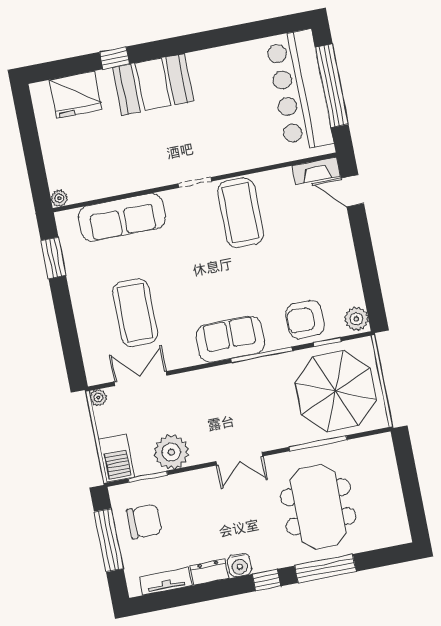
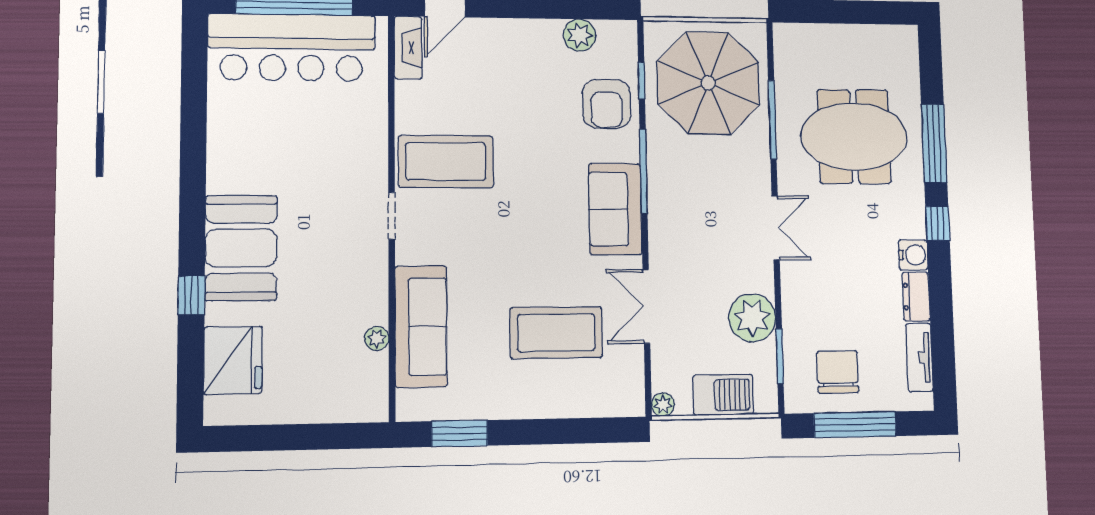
plant: (59, 198) -> (377, 339), moved
plant: (356, 319) -> (580, 35), moved
double door: (141, 379) -> (646, 306), moved
barbecue: (116, 458) -> (723, 395), moved

